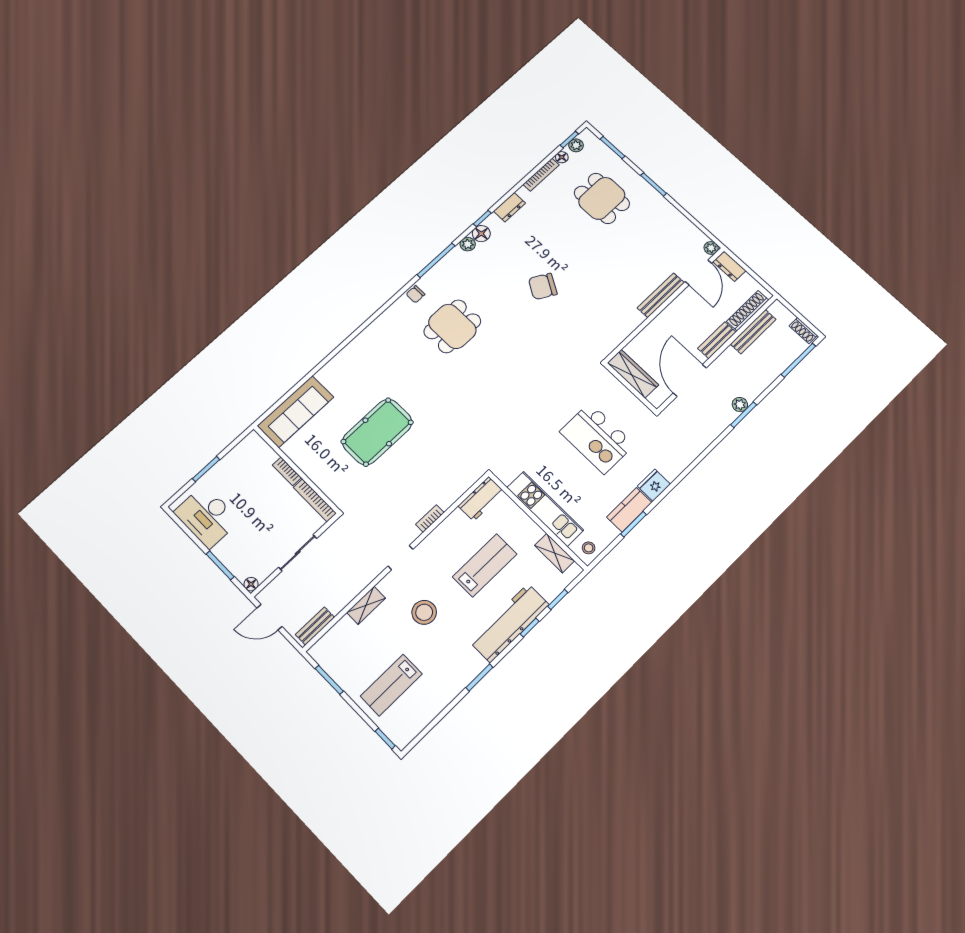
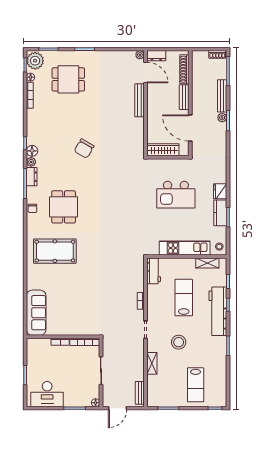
plant: (576, 145) -> (35, 61), width x1.88, depth x1.88
dresser: (509, 207) -> (32, 177), moved
bench: (753, 332) -> (222, 96), moved
pool table: (377, 432) -> (55, 251), moved, turned 90

